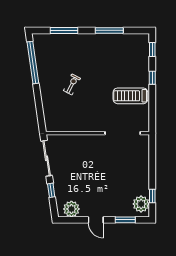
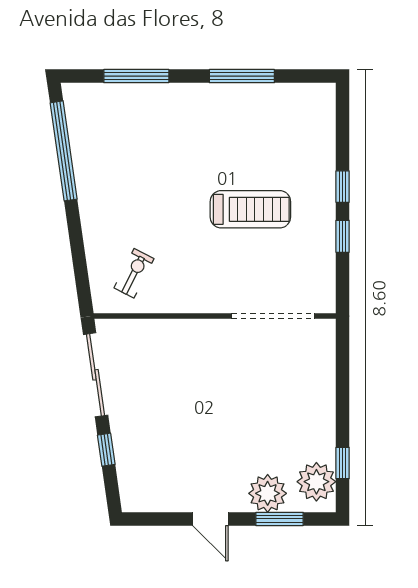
window: (152, 49) -> (343, 236), moved
exercise bike: (72, 84) -> (134, 273), moved
treadmill: (130, 96) -> (250, 209), moved, turned 180
plant: (71, 209) -> (268, 493), moved

